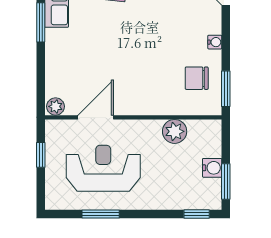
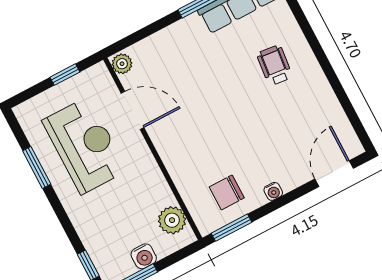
chair: (197, 78) -> (227, 192), turned -90
plant: (175, 131) -> (172, 220), moved

